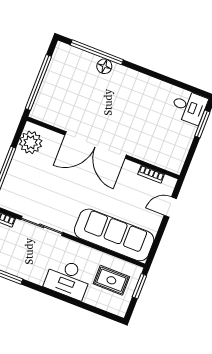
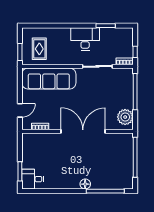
floor lamp: (104, 66) -> (85, 184), moved
desk: (68, 279) -> (85, 39), moved
rug: (111, 280) -> (39, 49), turned 90

